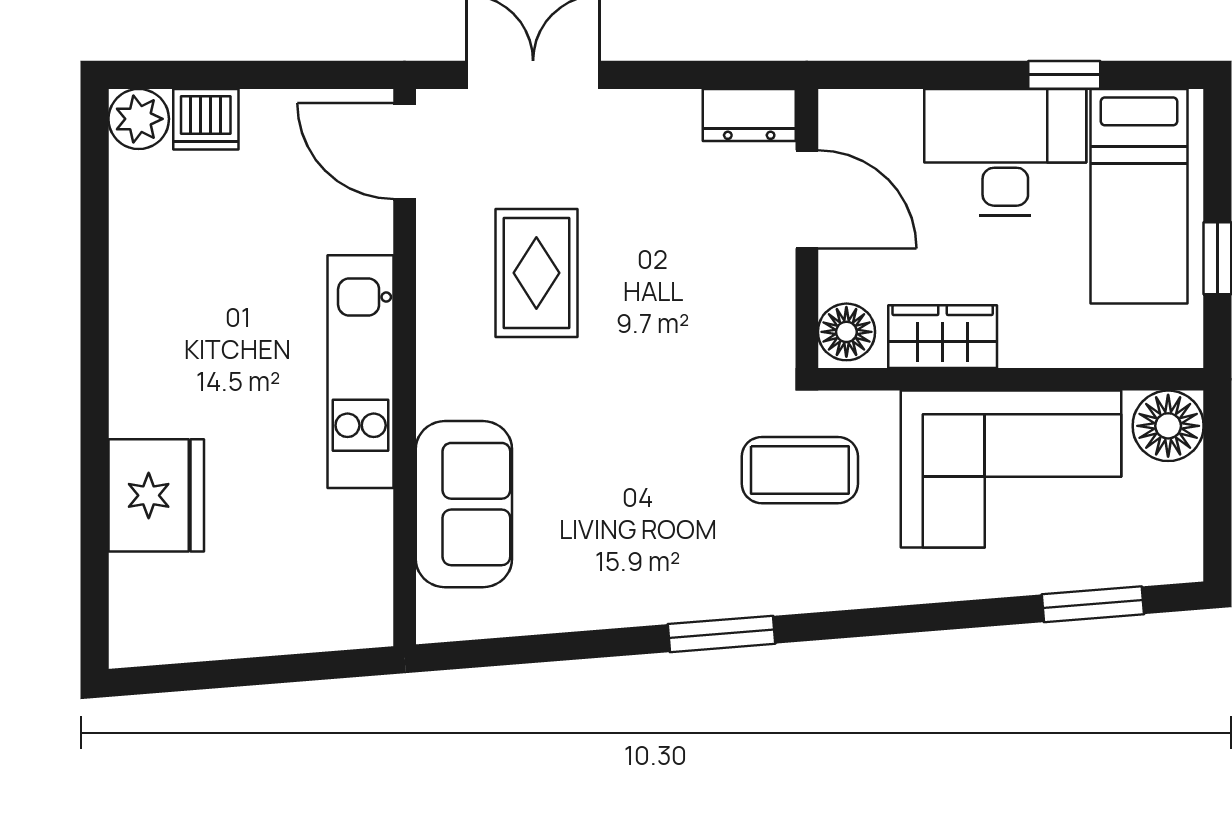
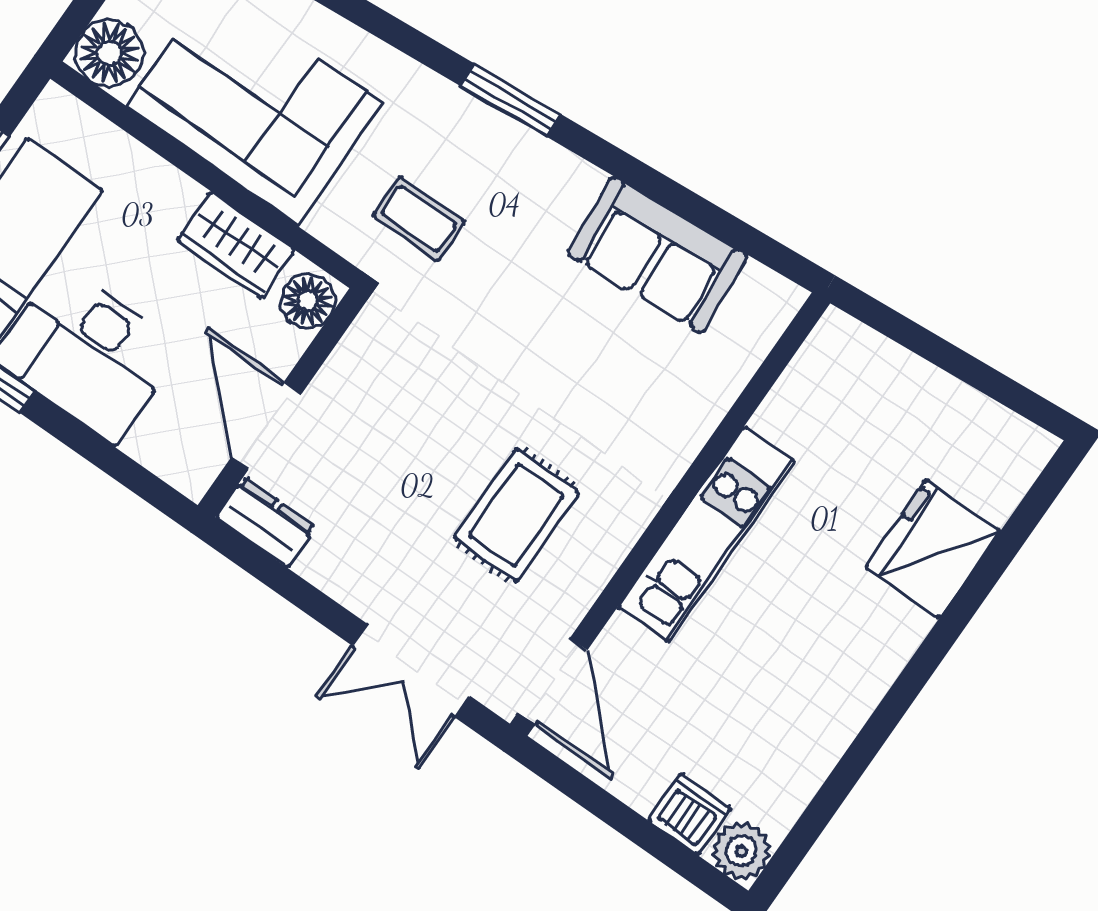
coffee table: (800, 470) -> (419, 219), width x0.73, depth x0.77
sofa: (464, 504) -> (657, 255), moved, turned -95
window: (721, 634) -> (511, 100), moved

